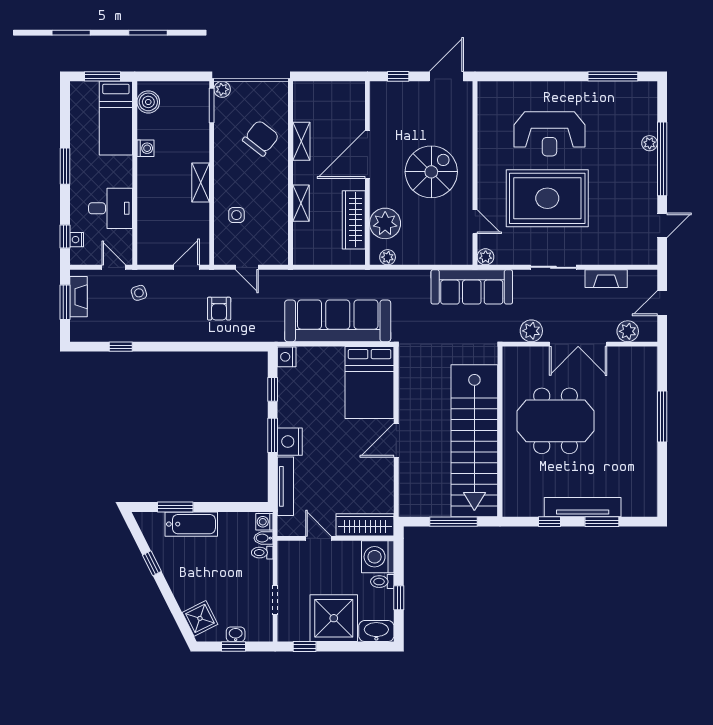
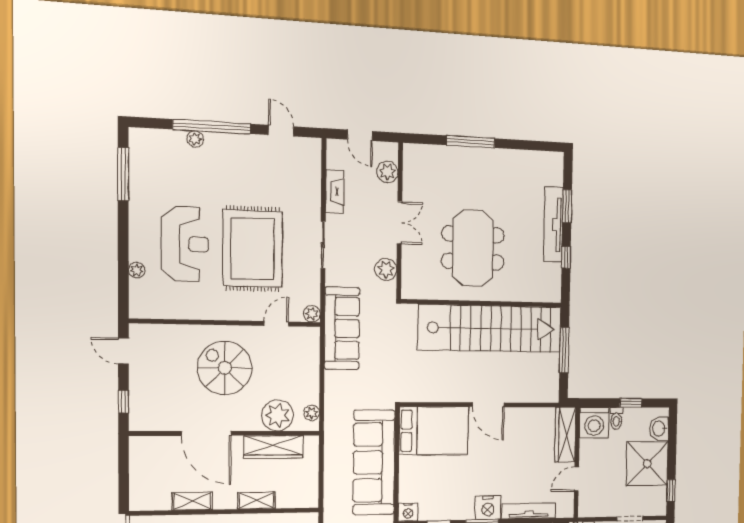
door: (446, 76) -> (123, 351), width x0.73
plant: (523, 89) -> (137, 270), added
double door: (578, 344) -> (400, 223), width x0.73
washbasin: (376, 631) -> (659, 428), width x0.72

